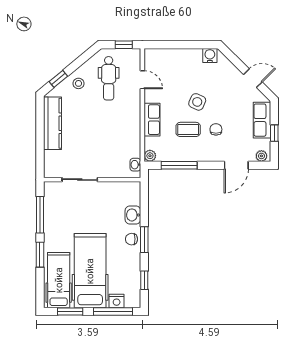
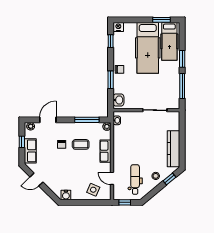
side table: (197, 102) -> (93, 190), moved
washbasin: (133, 215) -> (119, 100), moved
window: (144, 240) -> (111, 80), moved
nightstand: (117, 301) -> (118, 27), moved
window: (113, 312) -> (132, 20), removed

